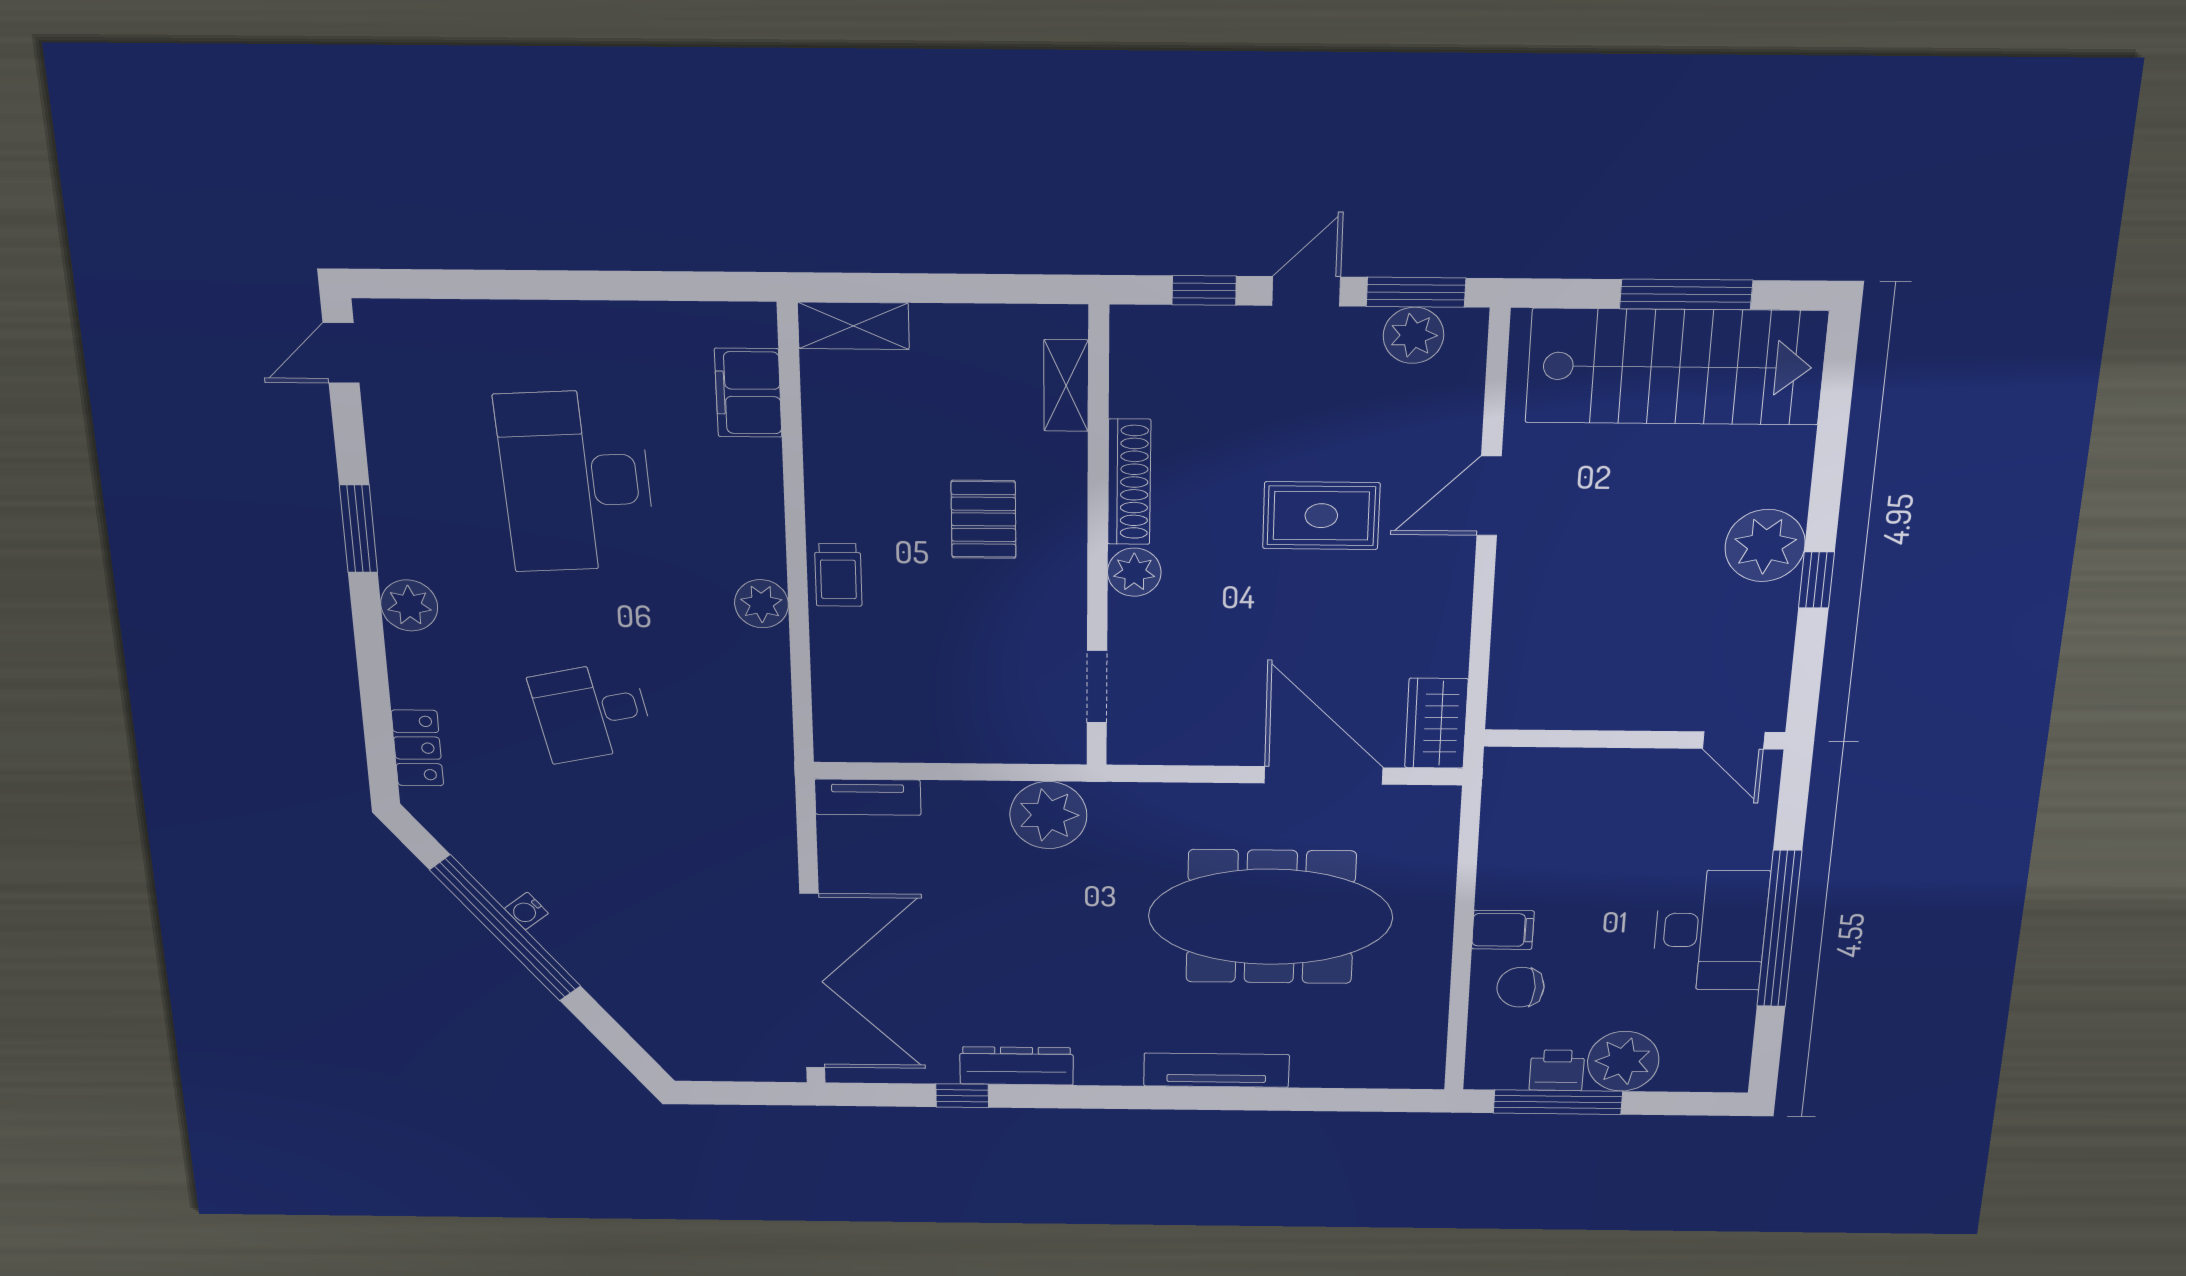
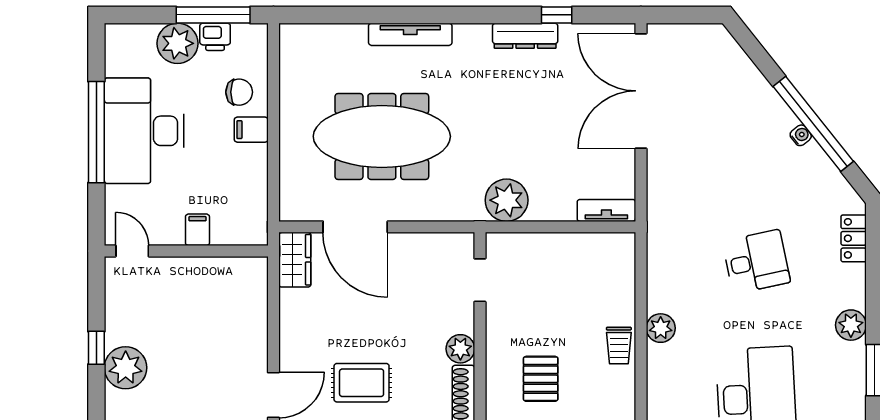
trolley: (838, 575) -> (619, 346), turned 180
filing cabinet: (1611, 773) -> (197, 230), added
desk: (1710, 930) -> (144, 131), width x1.36, depth x1.30

